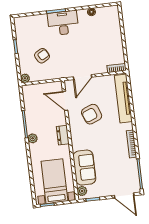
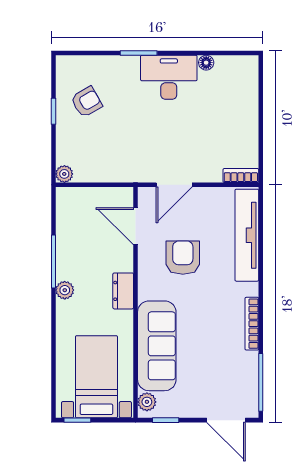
desk: (63, 23) -> (169, 77), moved
armchair: (42, 56) -> (87, 102), moved
armchair: (92, 114) -> (183, 258), turned 111
sofa: (84, 168) -> (157, 346), width x1.36

